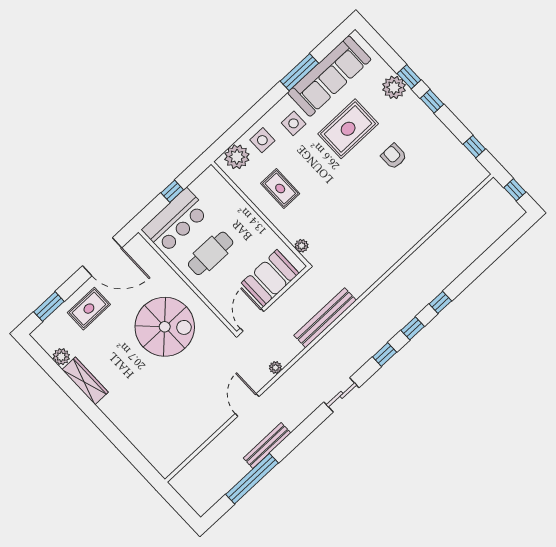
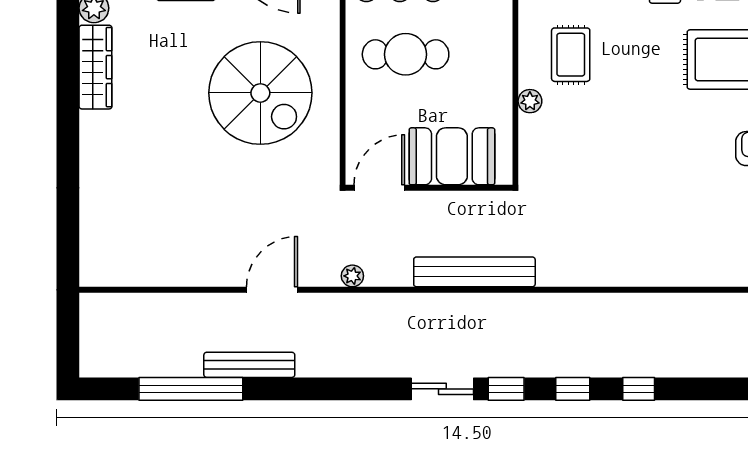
plant: (302, 246) -> (530, 101), moved
sliding door: (341, 395) -> (442, 389), moved

